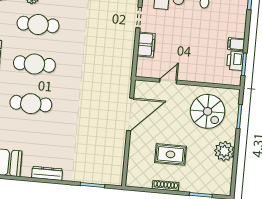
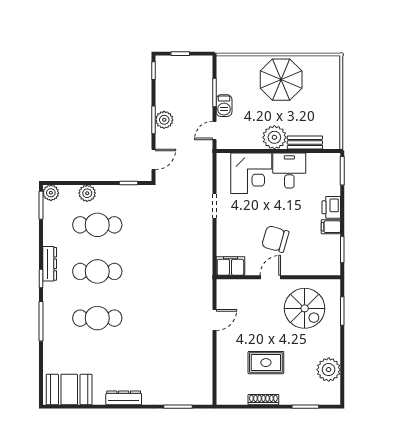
filing cabinet: (146, 45) -> (230, 266), moved, turned -90
chair: (188, 50) -> (275, 239), added
printer: (235, 61) -> (331, 207), moved
door: (168, 81) -> (270, 277), moved
door: (130, 114) -> (214, 320), width x0.53
plant: (224, 151) -> (329, 370), moved

